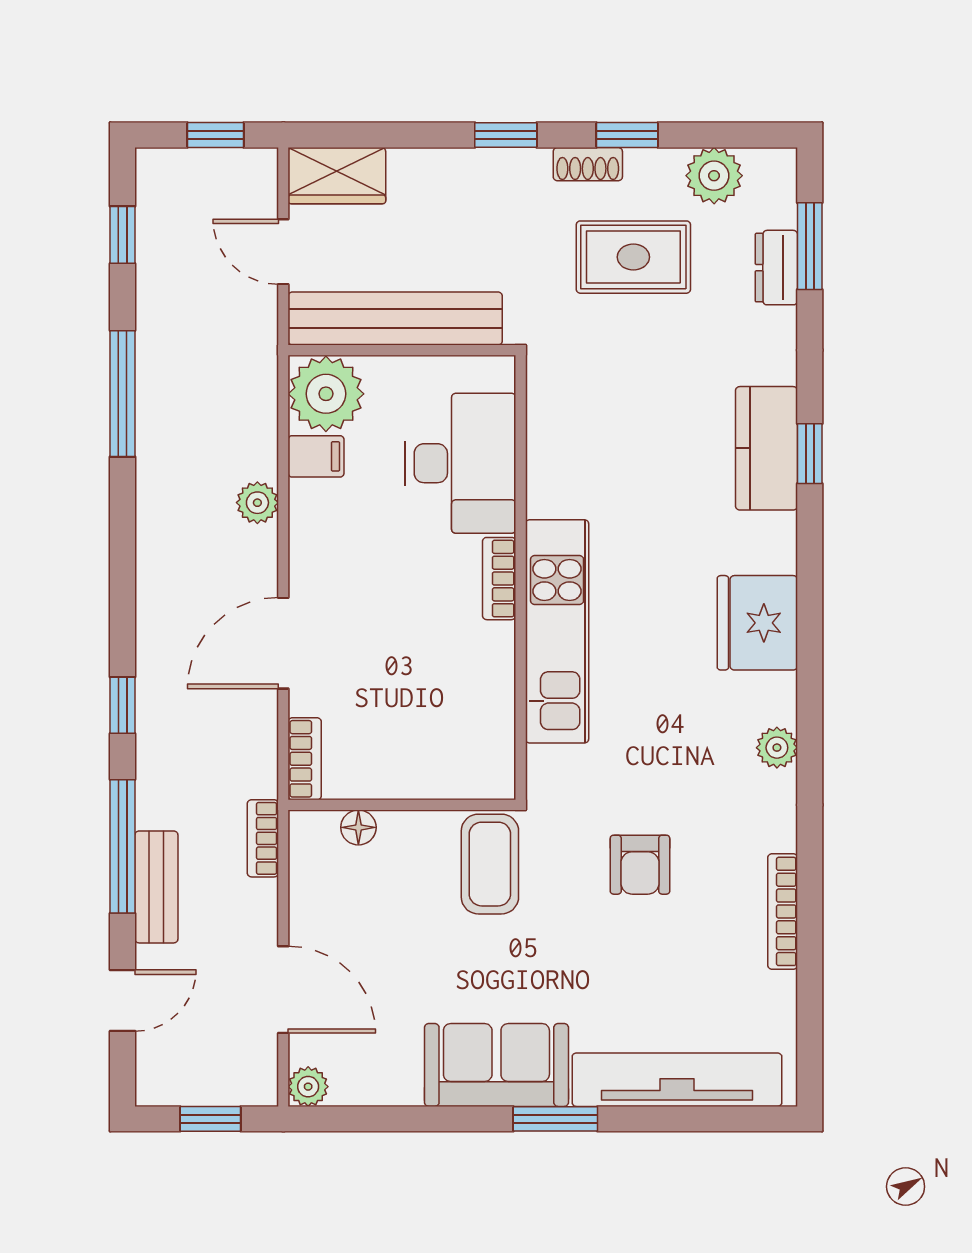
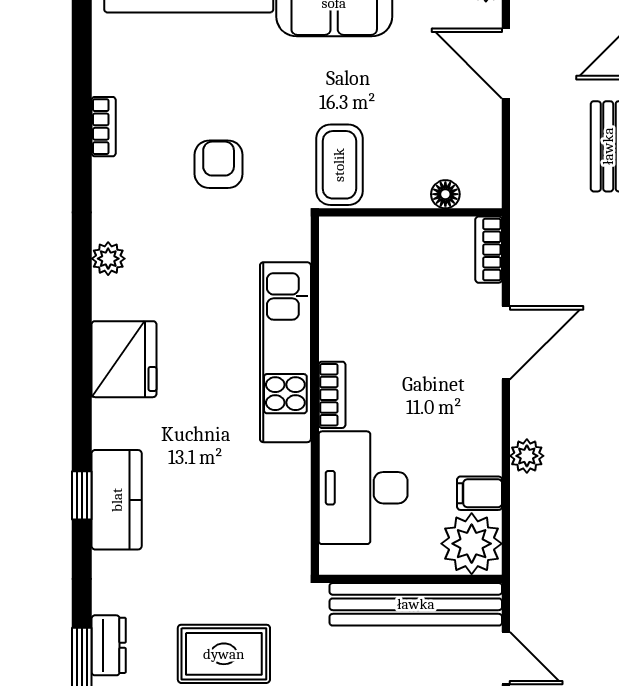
bookcase: (263, 838) -> (522, 185), removed
bookcase: (783, 911) -> (104, 127), width x0.64

